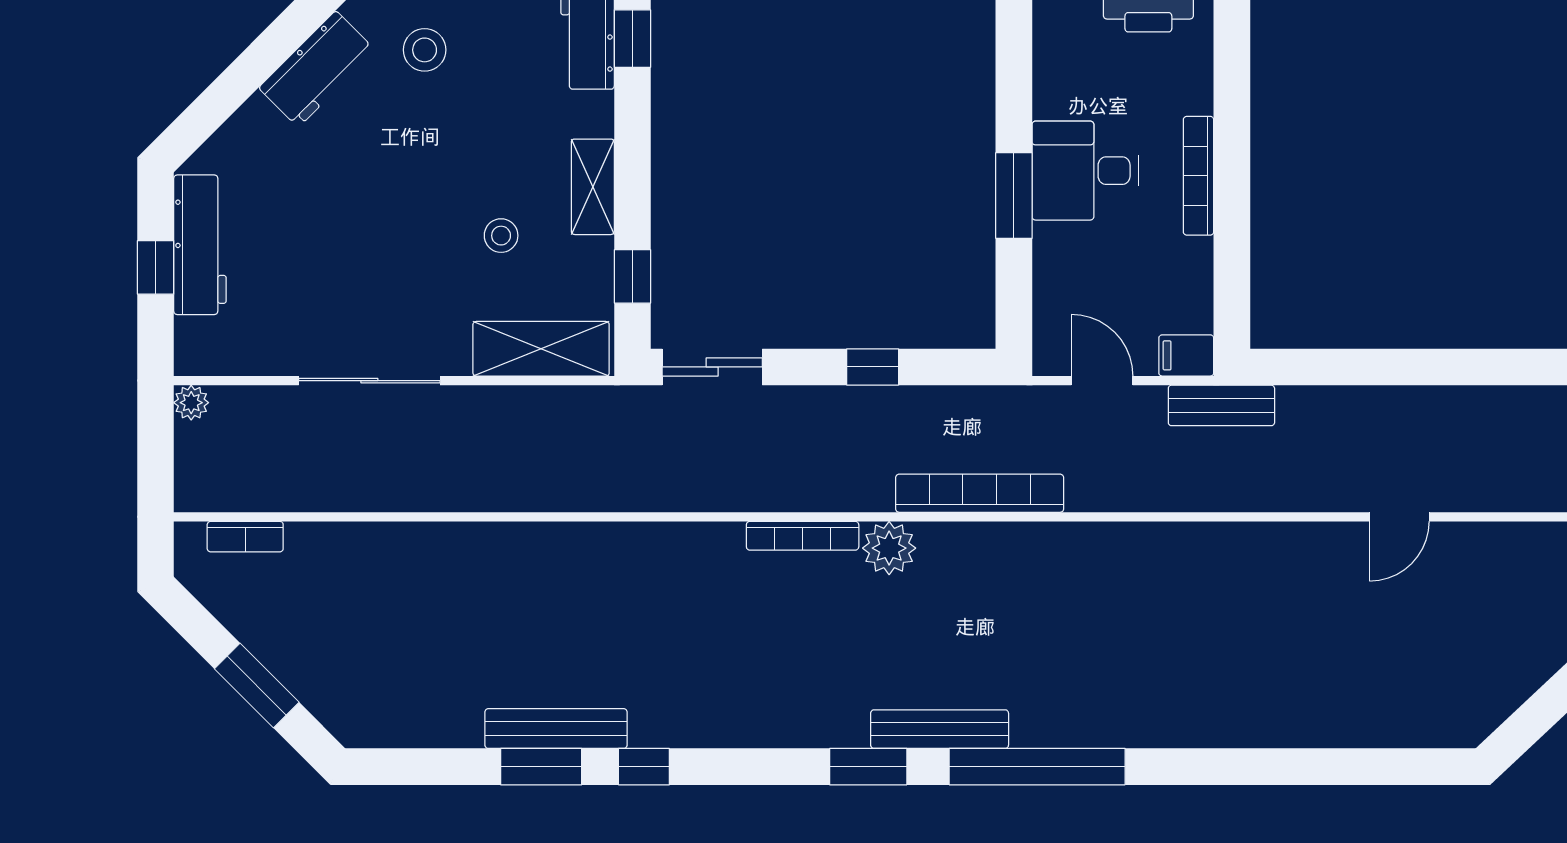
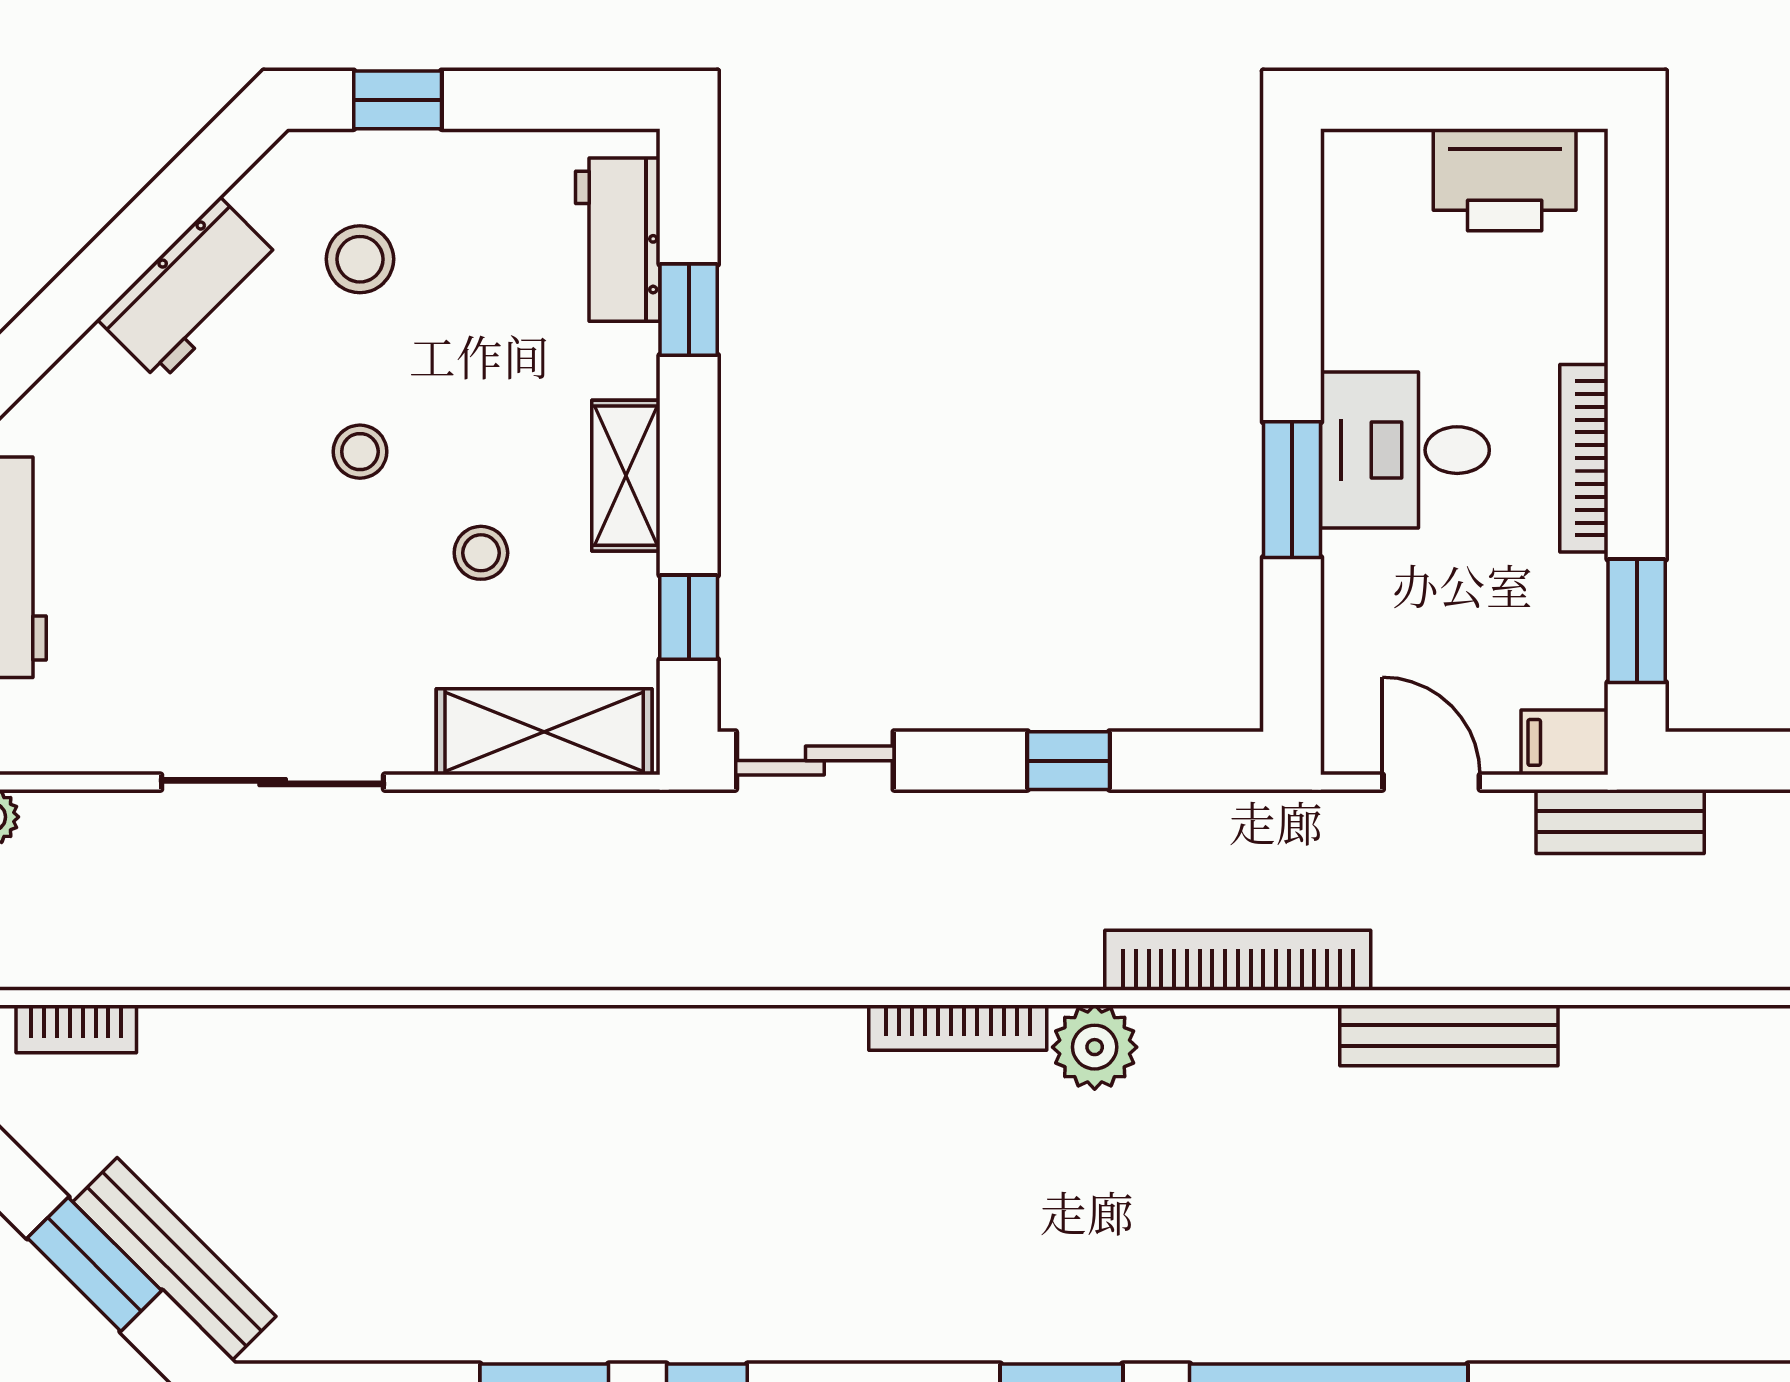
window: (632, 39) -> (689, 310), moved
stool: (425, 172) -> (360, 452), added
window: (1232, 279) -> (1637, 621), added
bench: (556, 729) -> (174, 1259), moved, turned 45
bench: (940, 729) -> (1449, 1035), moved

